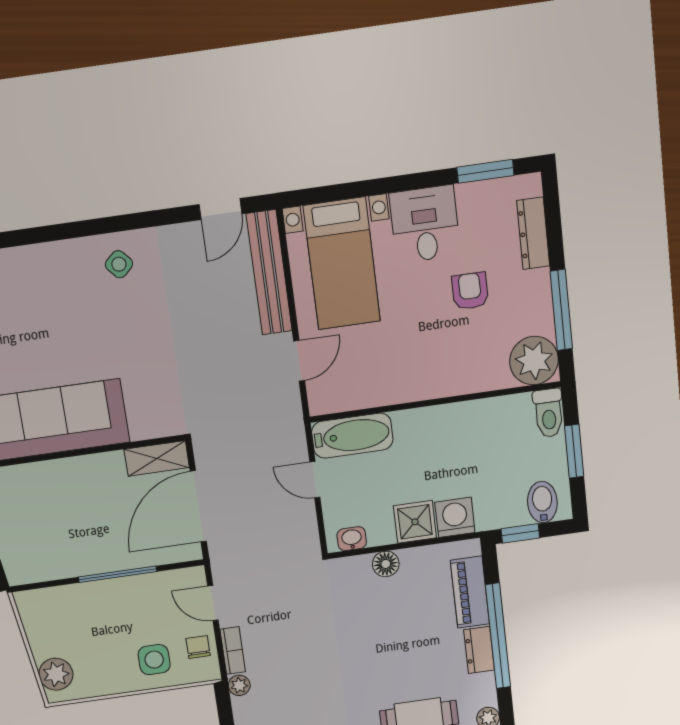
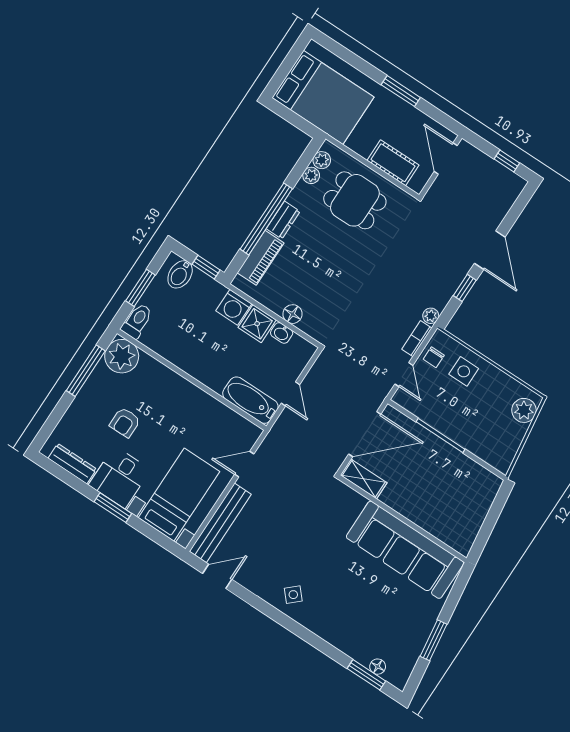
window: (485, 171) -> (113, 508), moved
dresser: (533, 233) -> (72, 464), moved, turned -90
washbasin: (352, 539) -> (282, 333), moved

